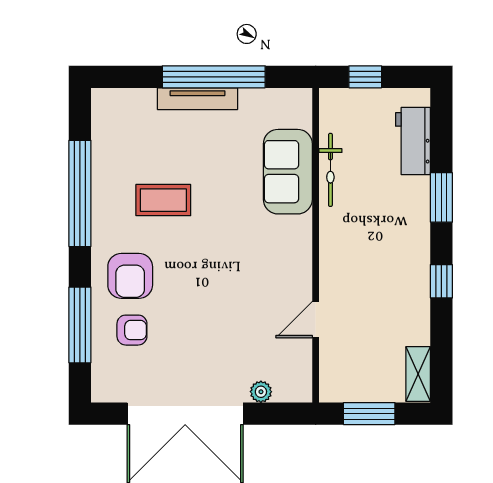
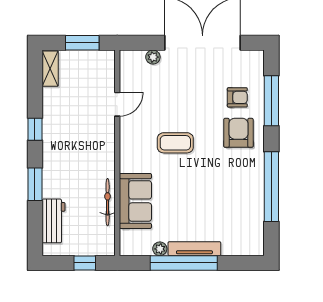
plant: (250, 98) -> (160, 249), added
coffee table: (163, 200) -> (175, 143), moved
armchair: (132, 330) -> (237, 97), turned 180

